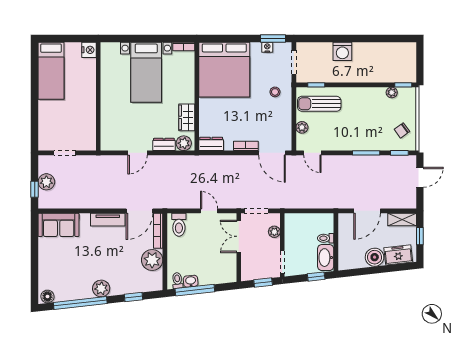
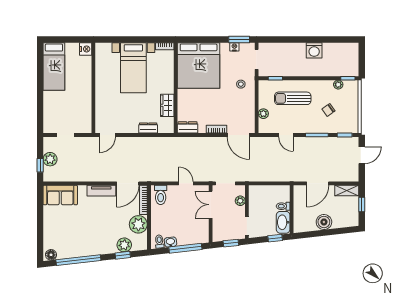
washing machine: (342, 51) -> (314, 50), moved
sun lounger: (319, 104) -> (293, 98), moved
chair: (402, 130) -> (329, 110), moved
plant: (184, 143) -> (165, 127), removed
door: (138, 153) -> (107, 135), moved
door: (312, 153) -> (286, 135), moved
freezer: (398, 255) -> (344, 220), removed
plant: (101, 288) -> (124, 245), moved
window: (195, 290) -> (185, 248), moved

